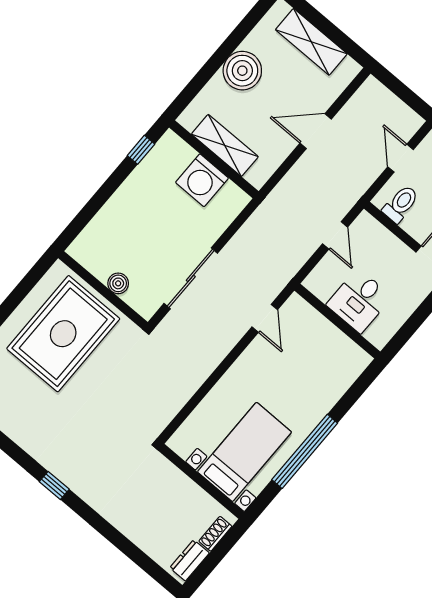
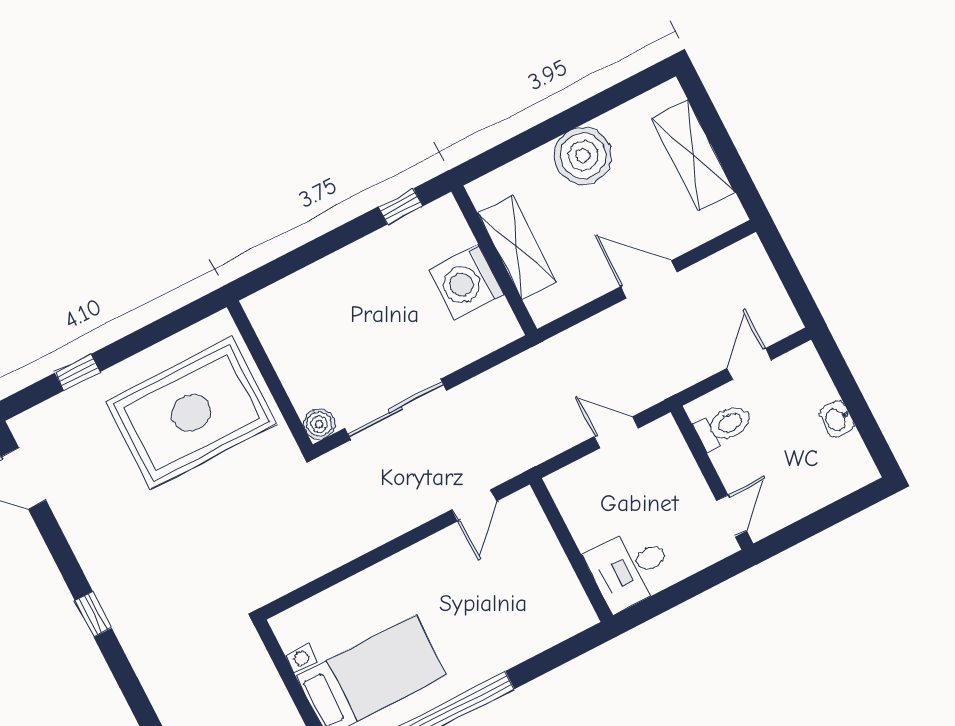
door: (335, 235) -> (616, 432), swing flipped
boiler: (118, 283) -> (319, 424), moved
desk: (359, 301) -> (630, 568), moved

